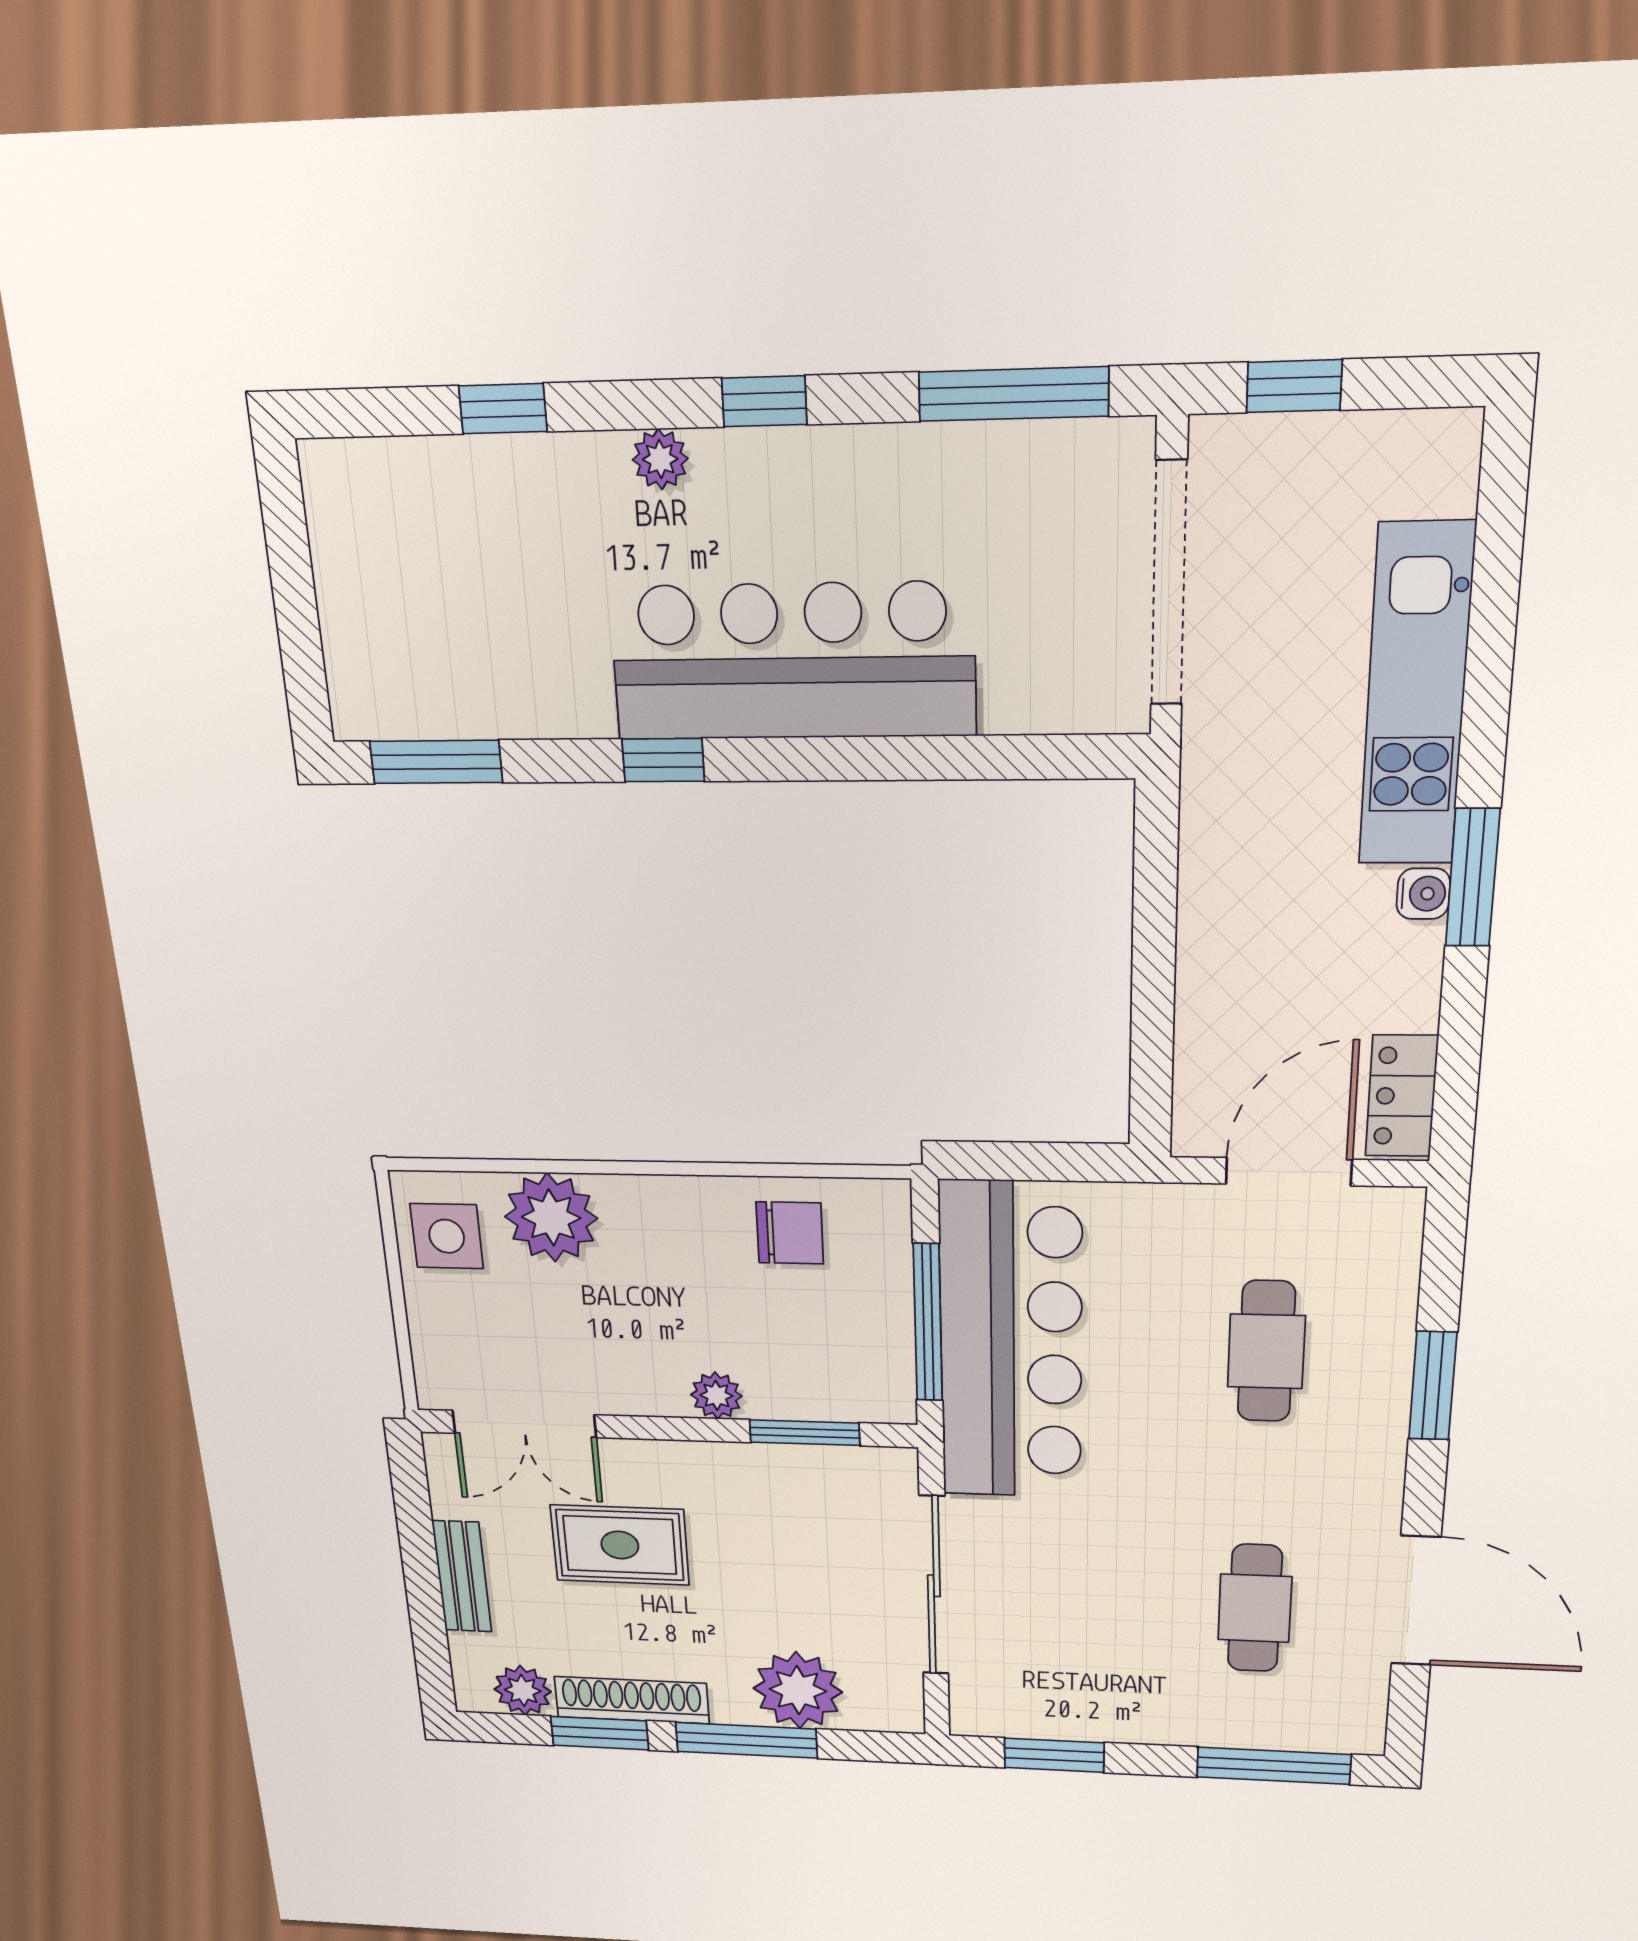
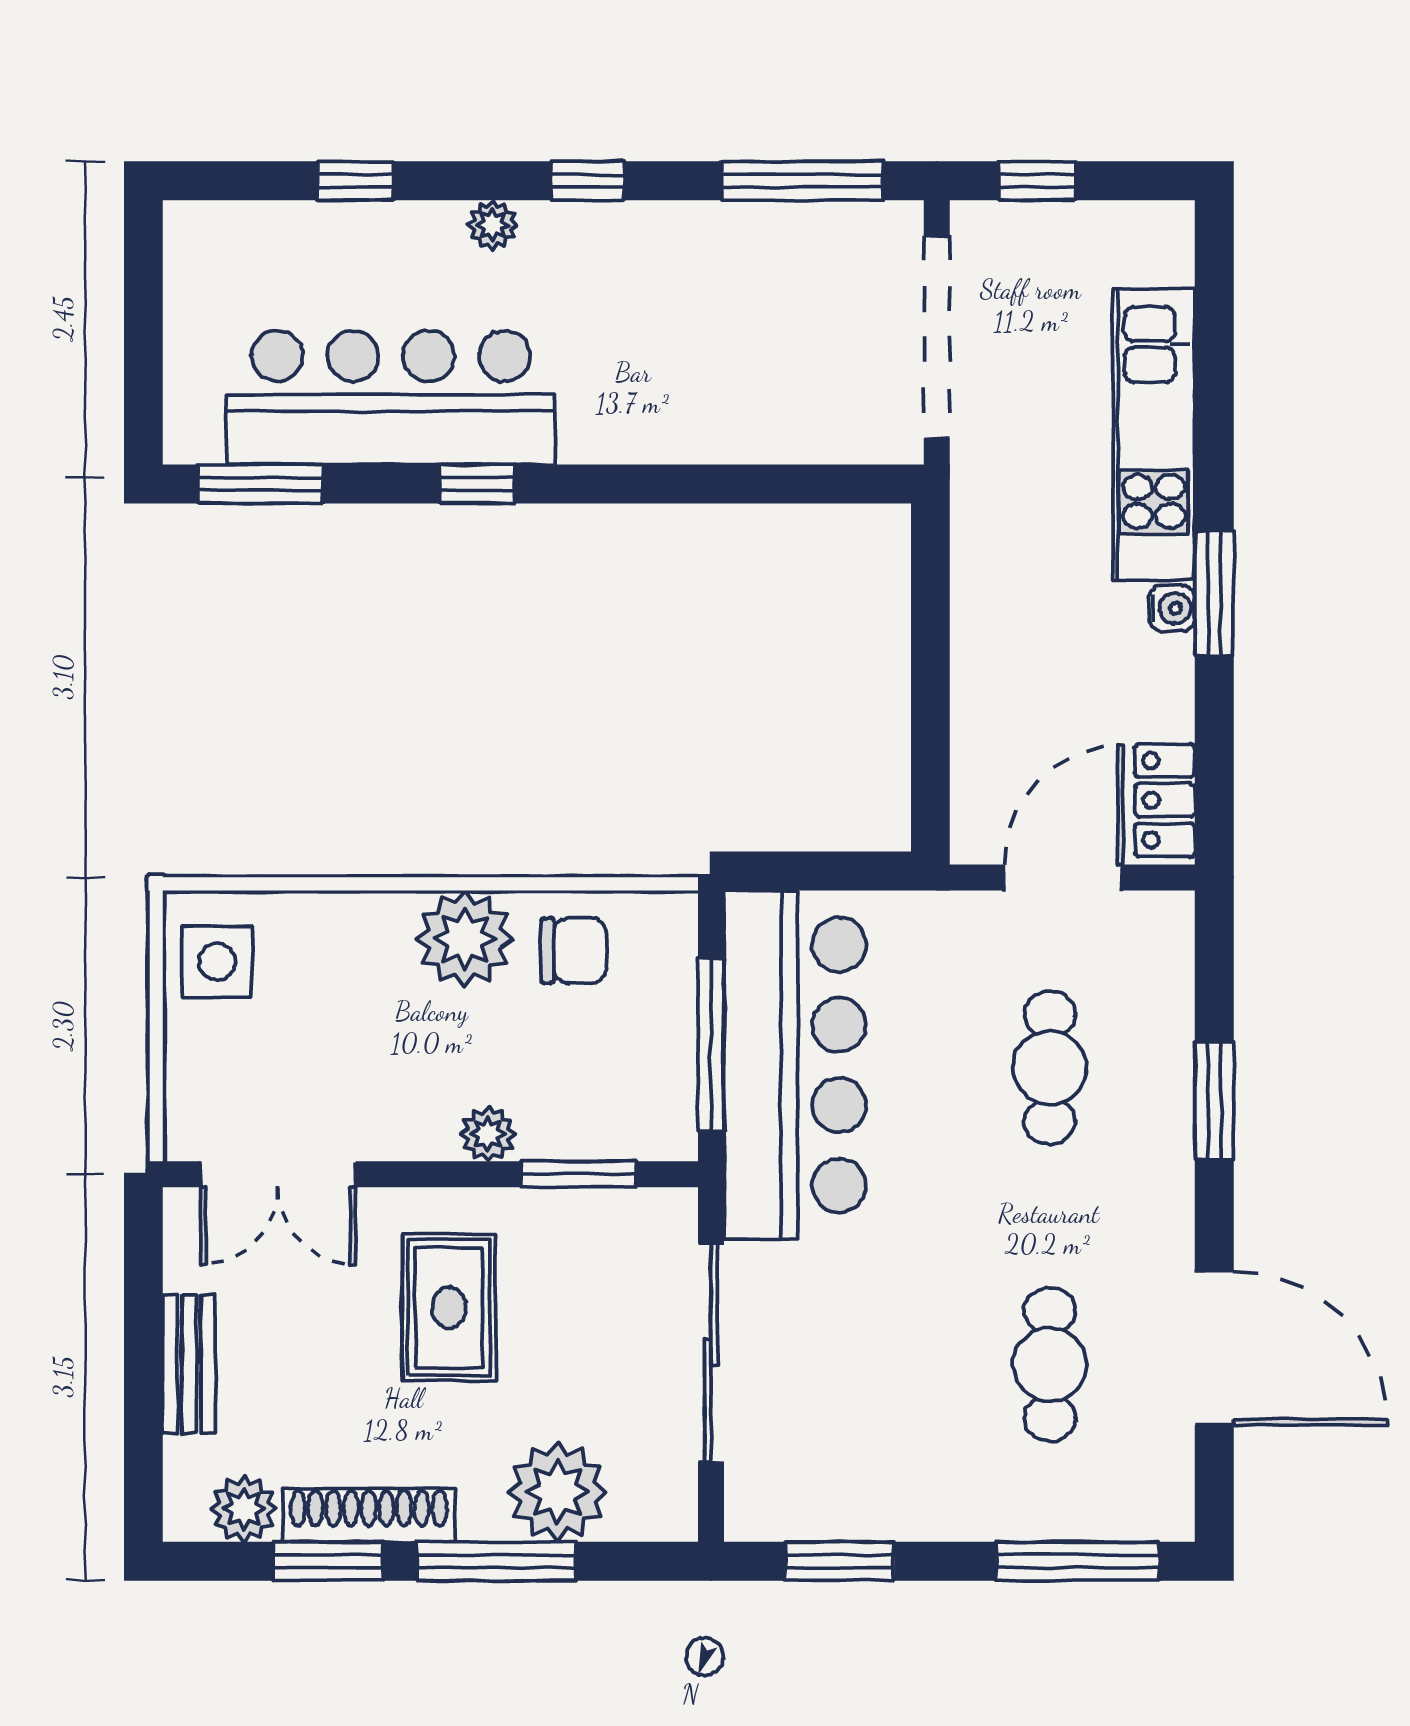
bar counter: (793, 661) -> (391, 397), moved
plant: (551, 1218) -> (465, 939), moved
rug: (620, 1545) -> (449, 1307), moved, turned 90

